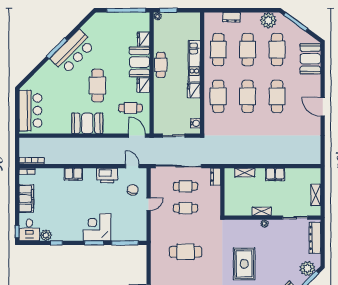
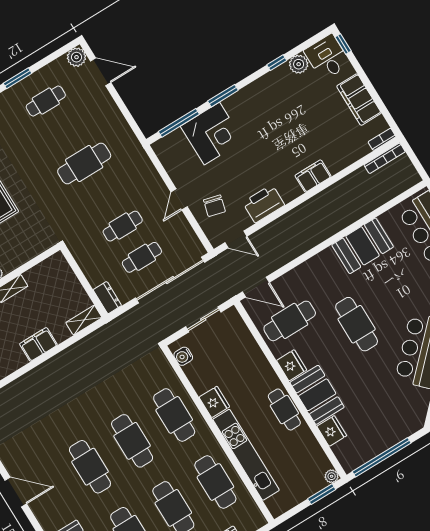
kitchen unit: (194, 61) -> (246, 455), width x1.36
cafe table: (130, 108) -> (290, 321), width x1.37, depth x1.35
booth: (87, 123) -> (363, 246), moved
shelving: (245, 173) -> (84, 320), moved
filing cabinet: (275, 174) -> (38, 344), moved
corner desk: (97, 227) -> (212, 134), moved

